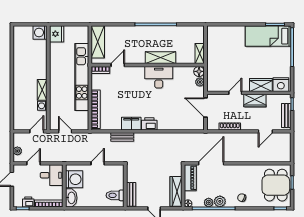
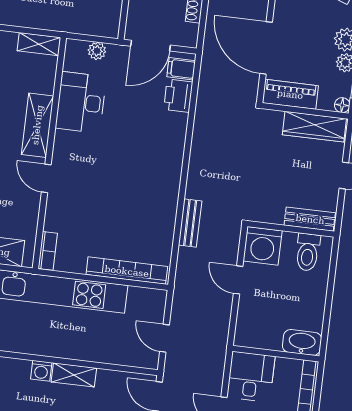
door: (118, 65) -> (46, 178), moved
floor lamp: (199, 71) -> (75, 50), removed
desk: (159, 77) -> (81, 102), moved
washing machine: (42, 106) -> (41, 371), moved
filing cabinet: (131, 124) -> (181, 69), moved, width x0.50
printer: (149, 124) -> (178, 96), moved
door: (65, 131) -> (164, 338), hinge flipped
washing machine: (74, 179) -> (263, 246), moved, turned 180

